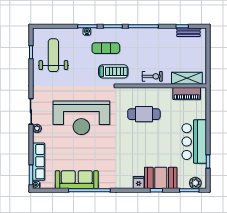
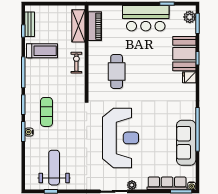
weight bench: (53, 55) -> (54, 168), turned 90
treadmill: (113, 71) -> (42, 51), moved, turned 90

